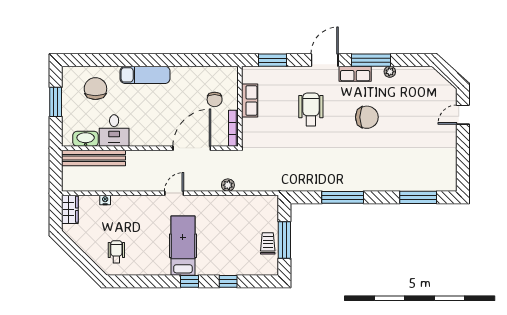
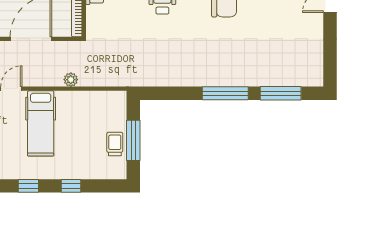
window: (343, 197) -> (225, 93), moved
hospital bed: (183, 246) -> (41, 123), moved, turned 180

